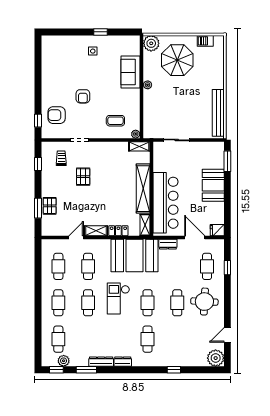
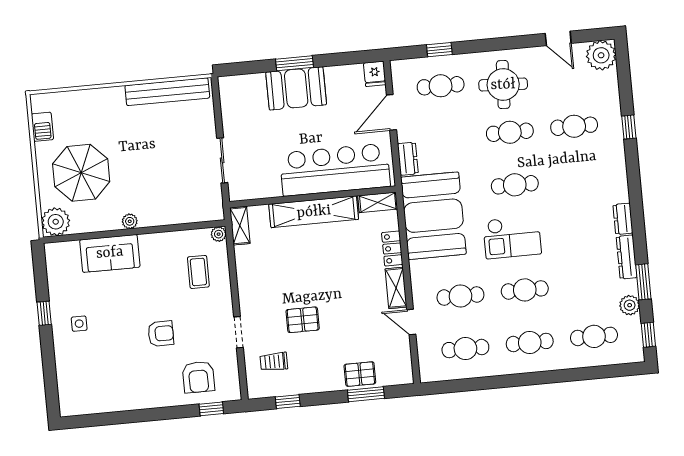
window: (227, 161) -> (294, 63), moved
cafe table: (148, 339) -> (574, 126), moved
plant: (64, 361) -> (630, 305), moved

